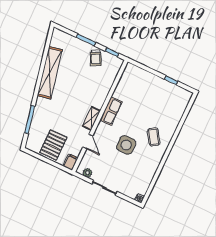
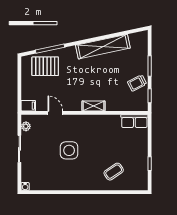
row of seats: (111, 111) -> (134, 121), moved
shelving: (91, 118) -> (94, 106), moved
coffee table: (154, 137) -> (114, 172), moved
door: (88, 141) -> (55, 113), swing flipped
pallet: (53, 145) -> (45, 66), moved

